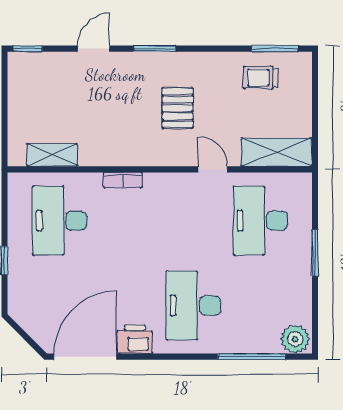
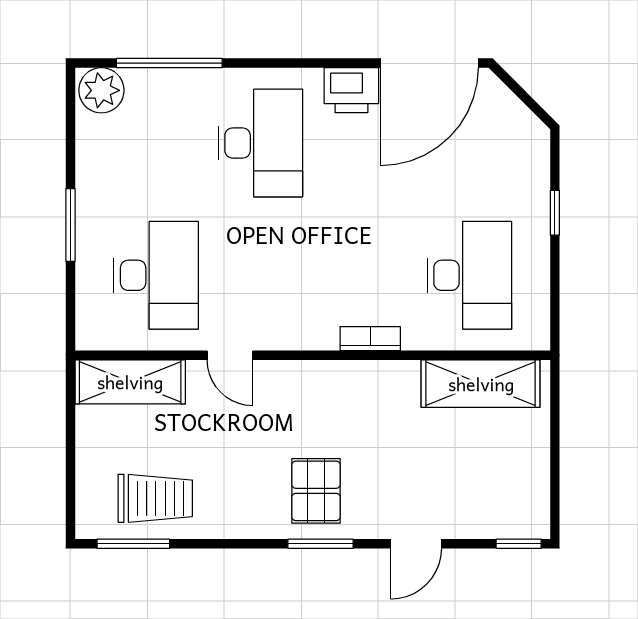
trolley: (261, 78) -> (155, 498), width x1.36, depth x1.39
pallet: (178, 108) -> (316, 491), moved
shelving: (52, 155) -> (481, 384), width x1.50, depth x1.33

